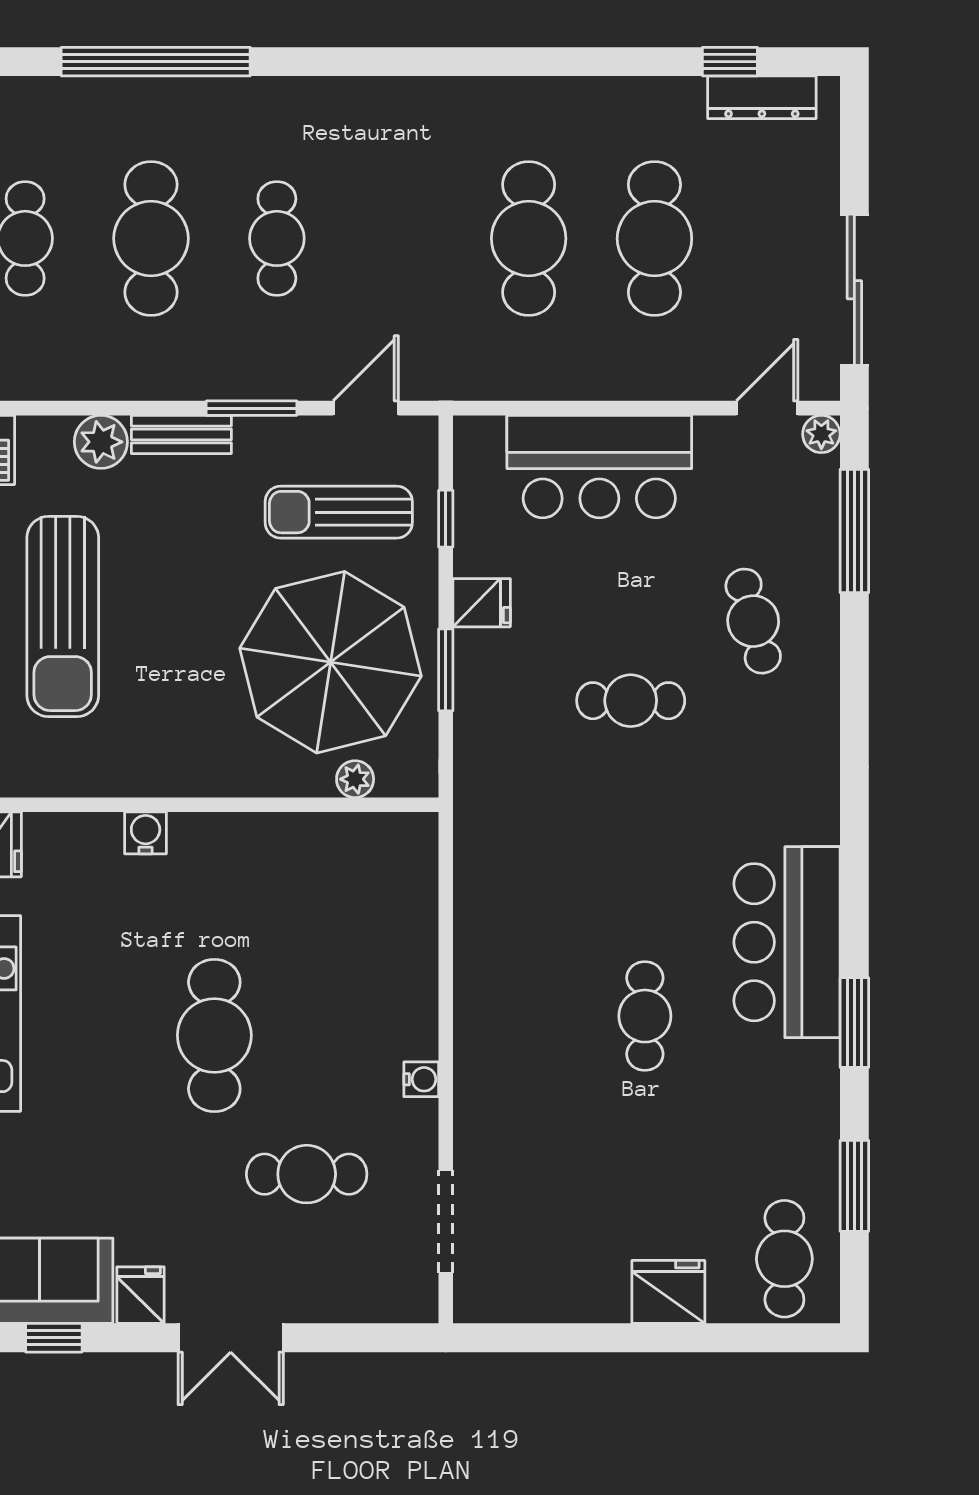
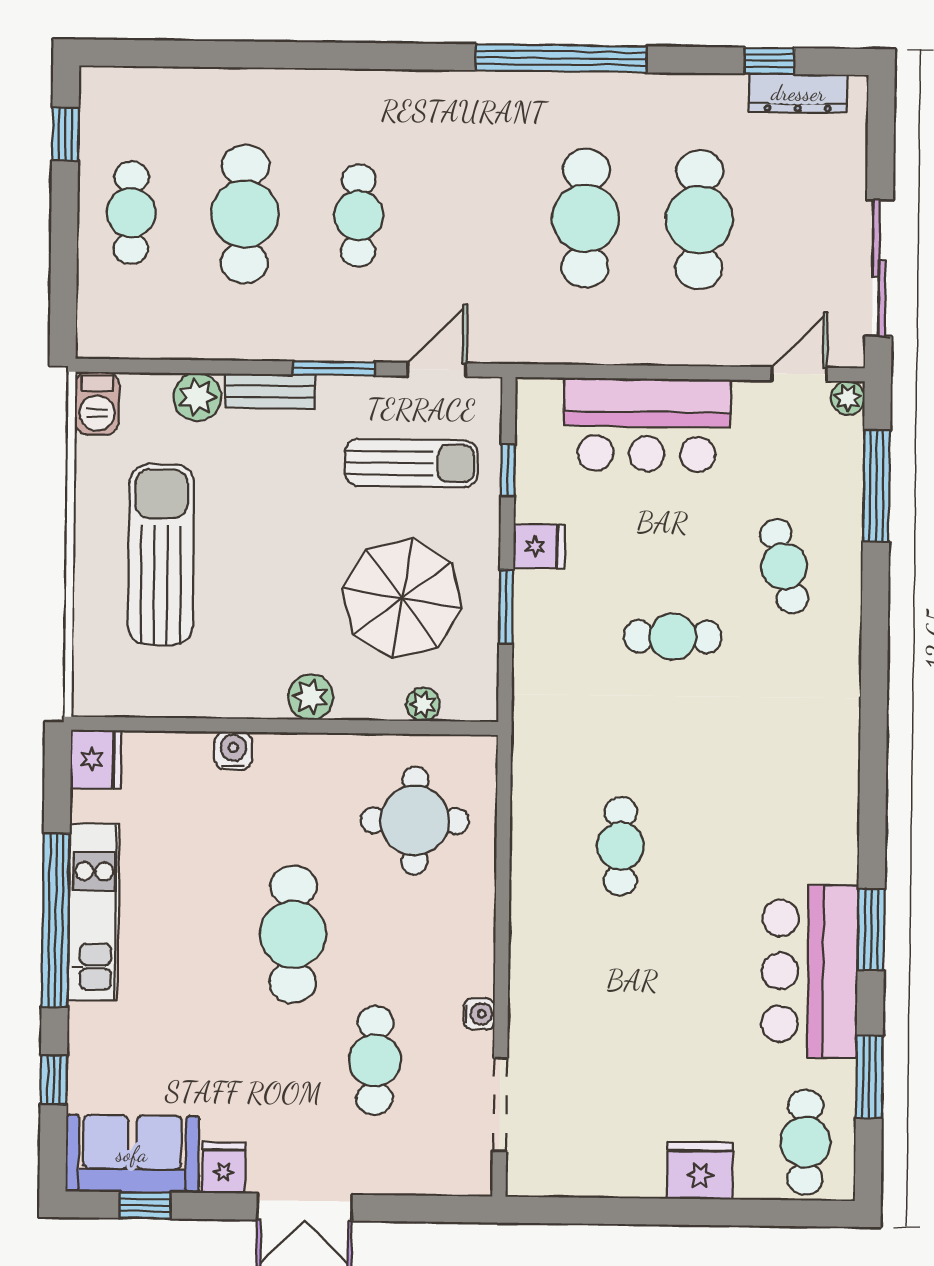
window: (156, 62) -> (561, 58), moved
sun lounger: (339, 512) -> (411, 463), turned 180
sun lounger: (63, 617) -> (161, 554), turned 180
parasol: (331, 662) -> (402, 598), width x0.73, depth x0.73
plant: (231, 773) -> (311, 697), added
round table: (348, 908) -> (415, 821), added
bar counter: (787, 942) -> (810, 971), moved
cafe table: (645, 1016) -> (621, 846), moved
water cooler: (421, 1079) -> (479, 1014), moved
cafe table: (307, 1174) -> (375, 1060), turned 90

